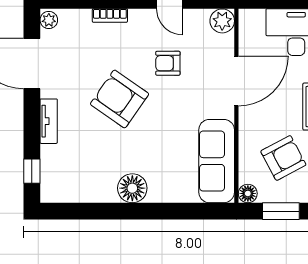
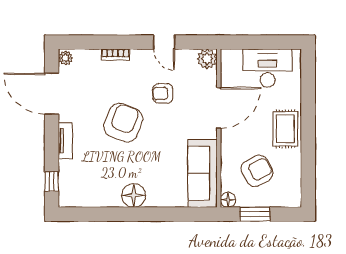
armchair: (120, 99) -> (123, 123), turned 76

